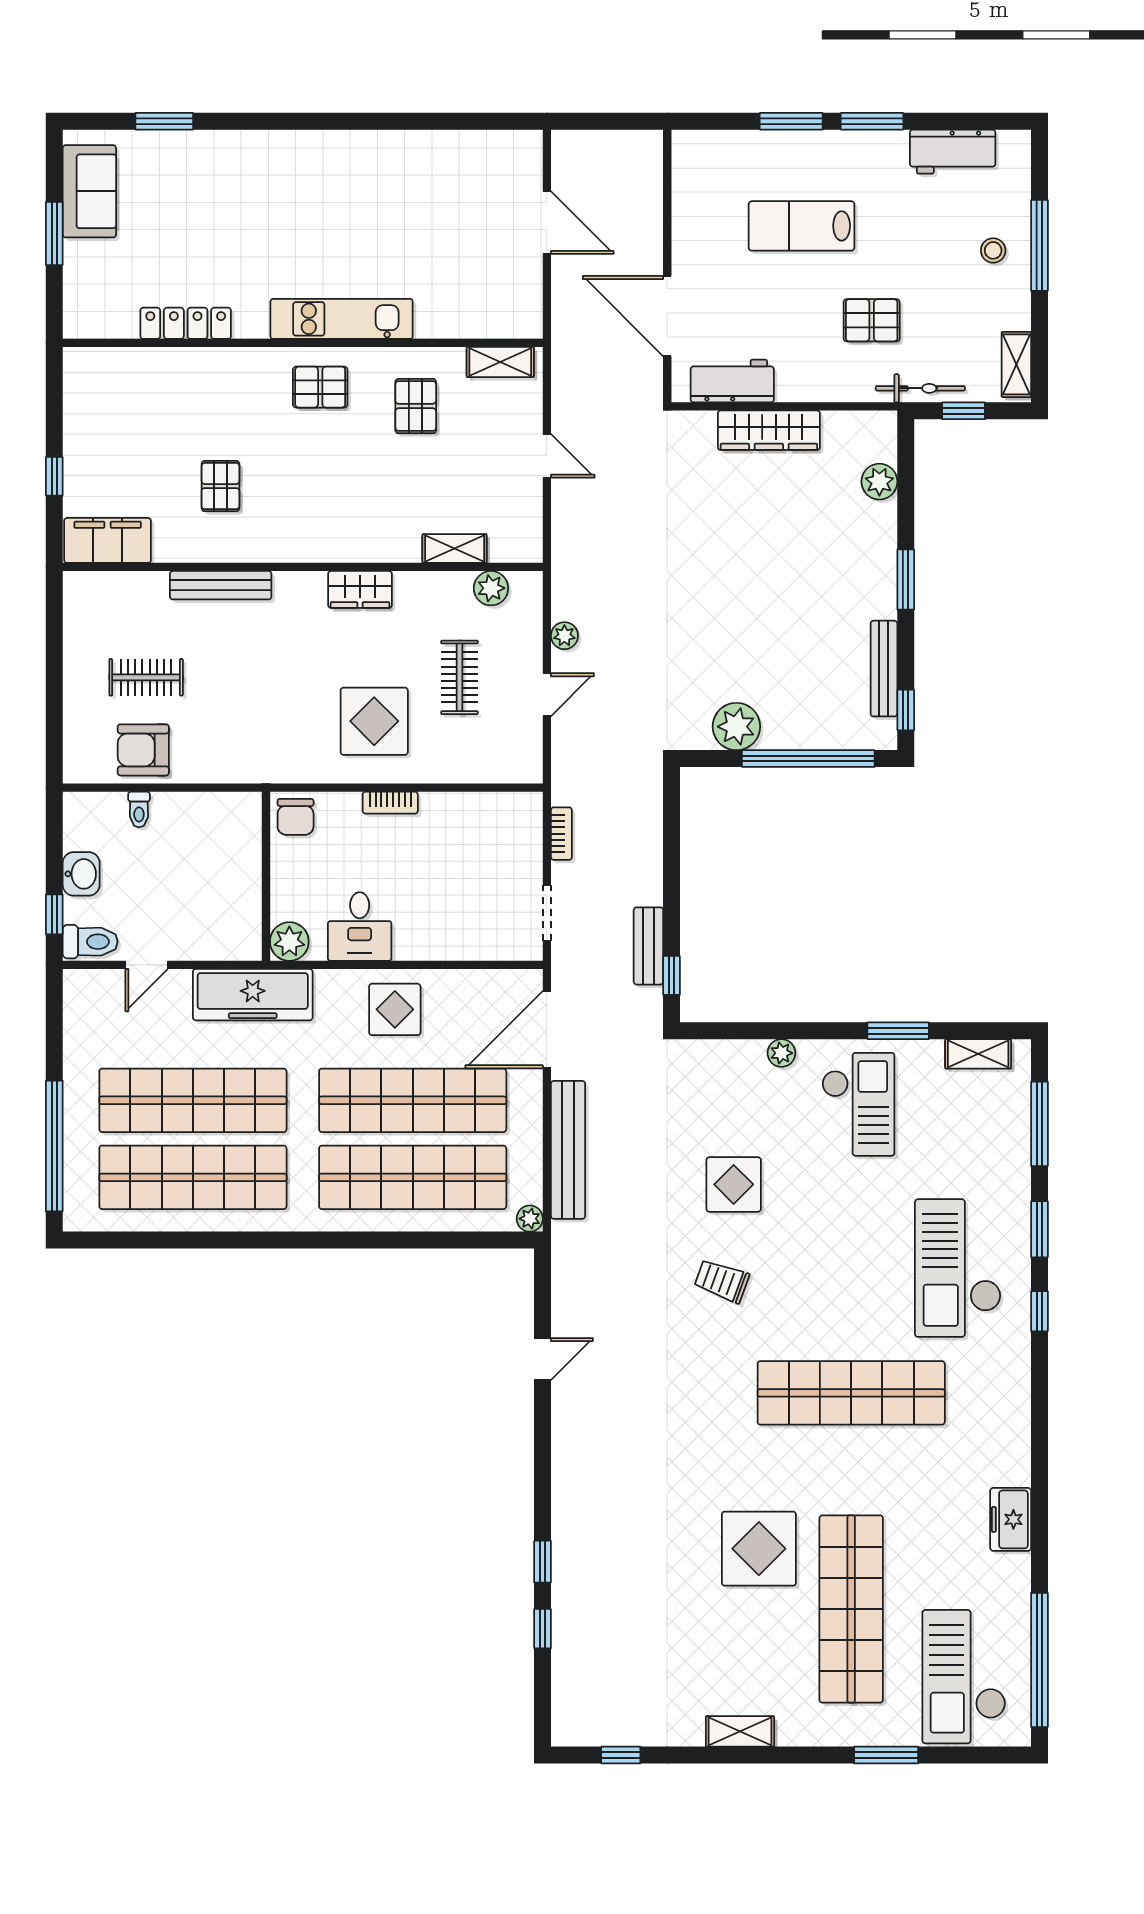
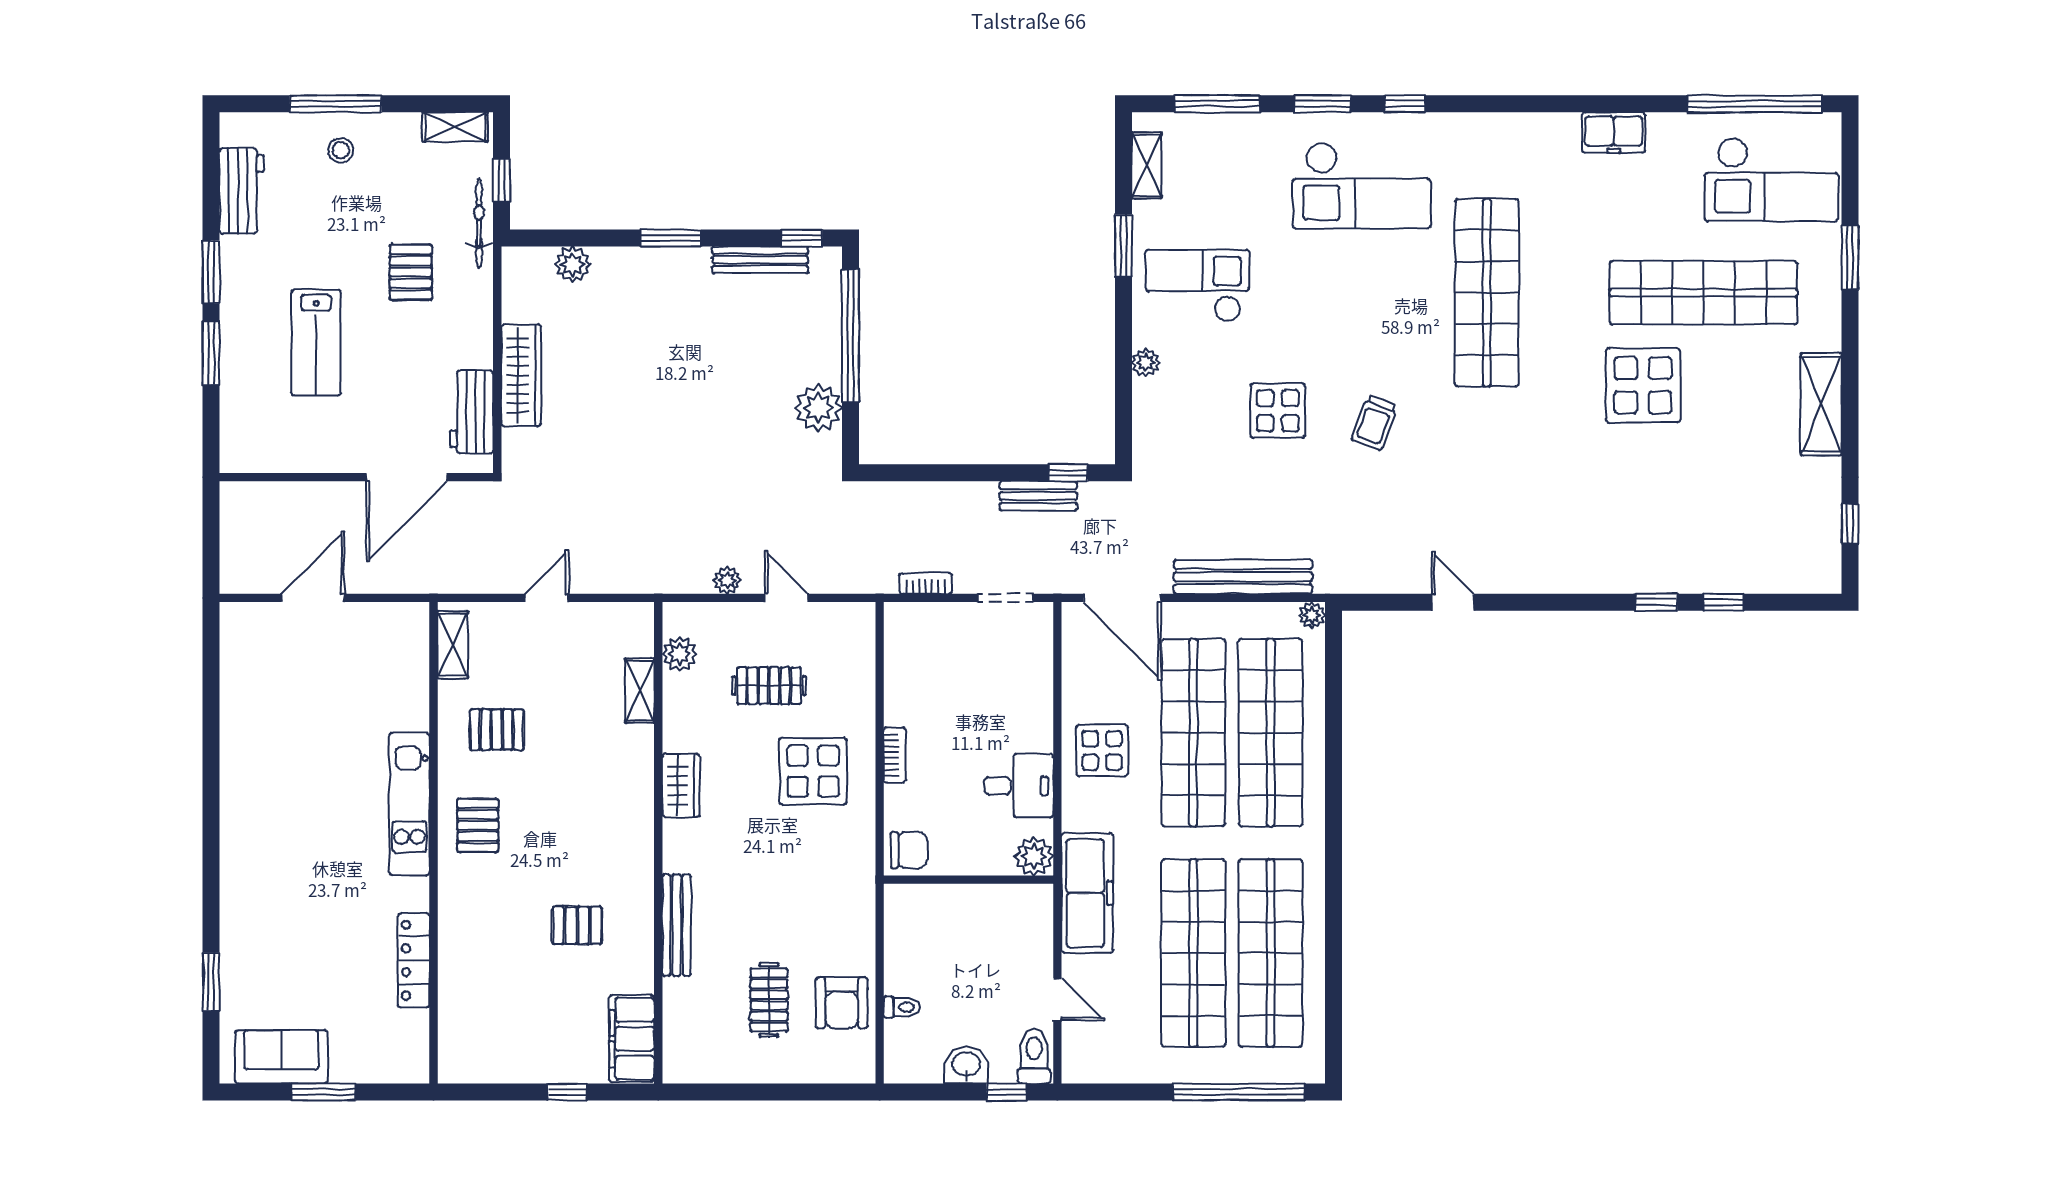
shelving: (740, 1731) -> (1821, 404), width x1.50, depth x1.33

